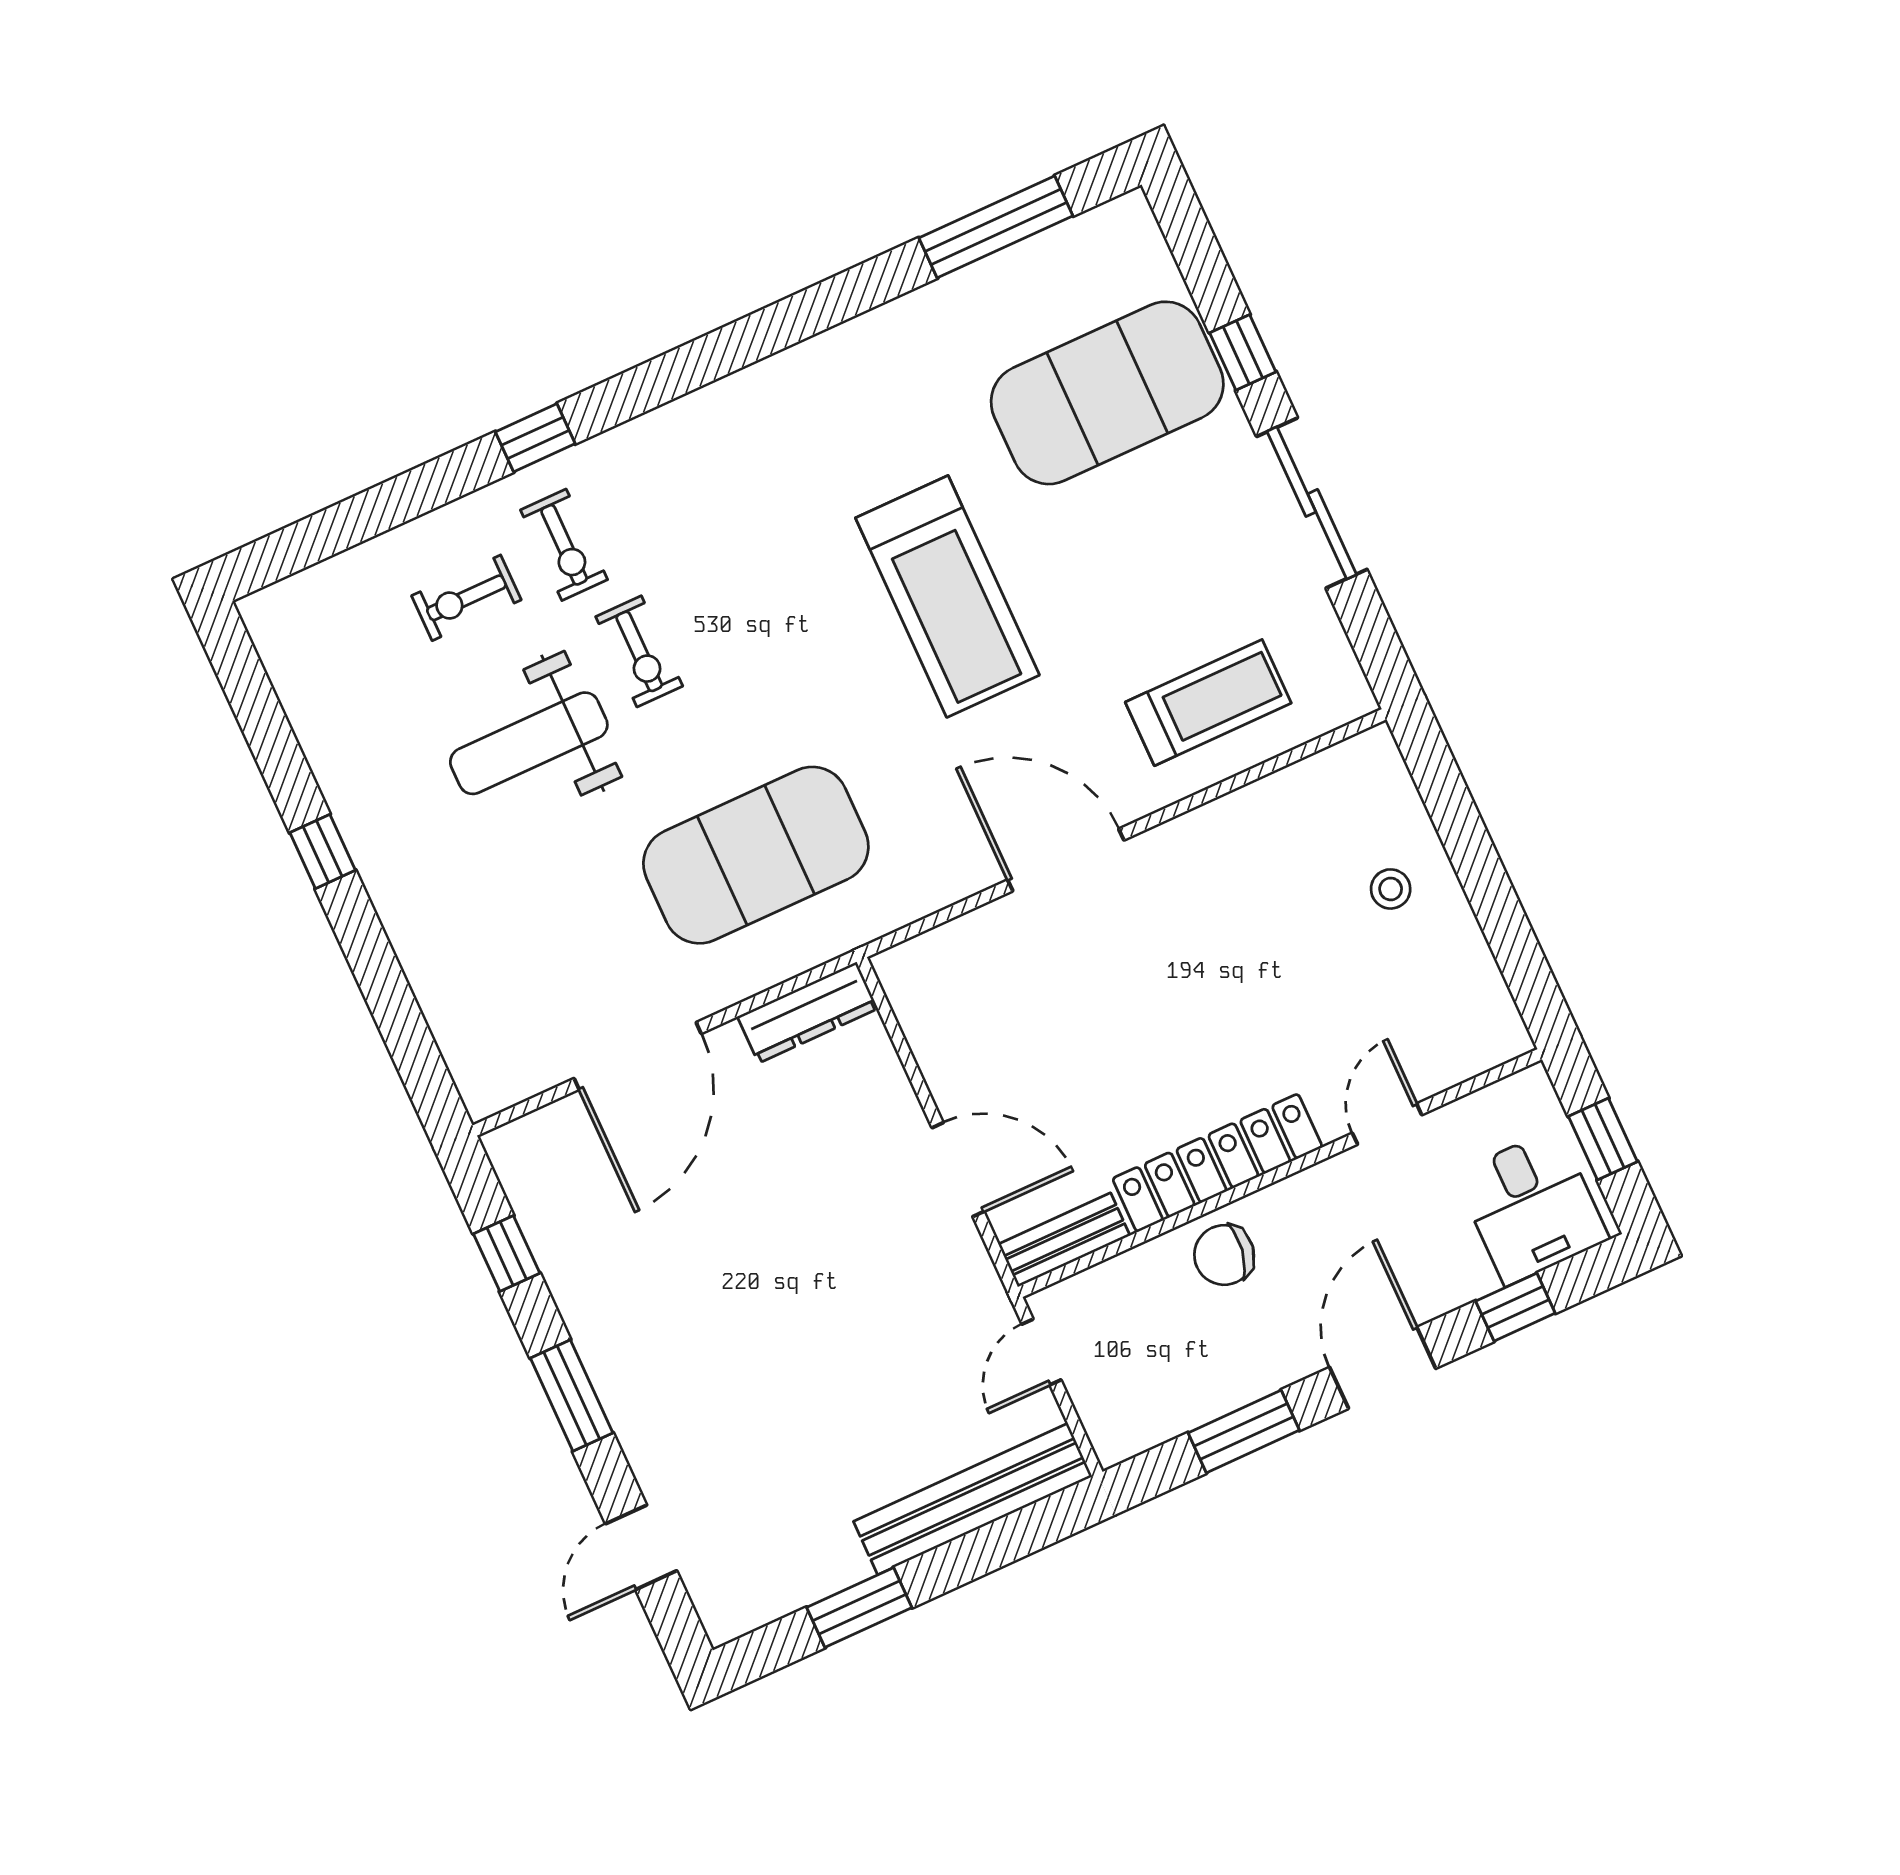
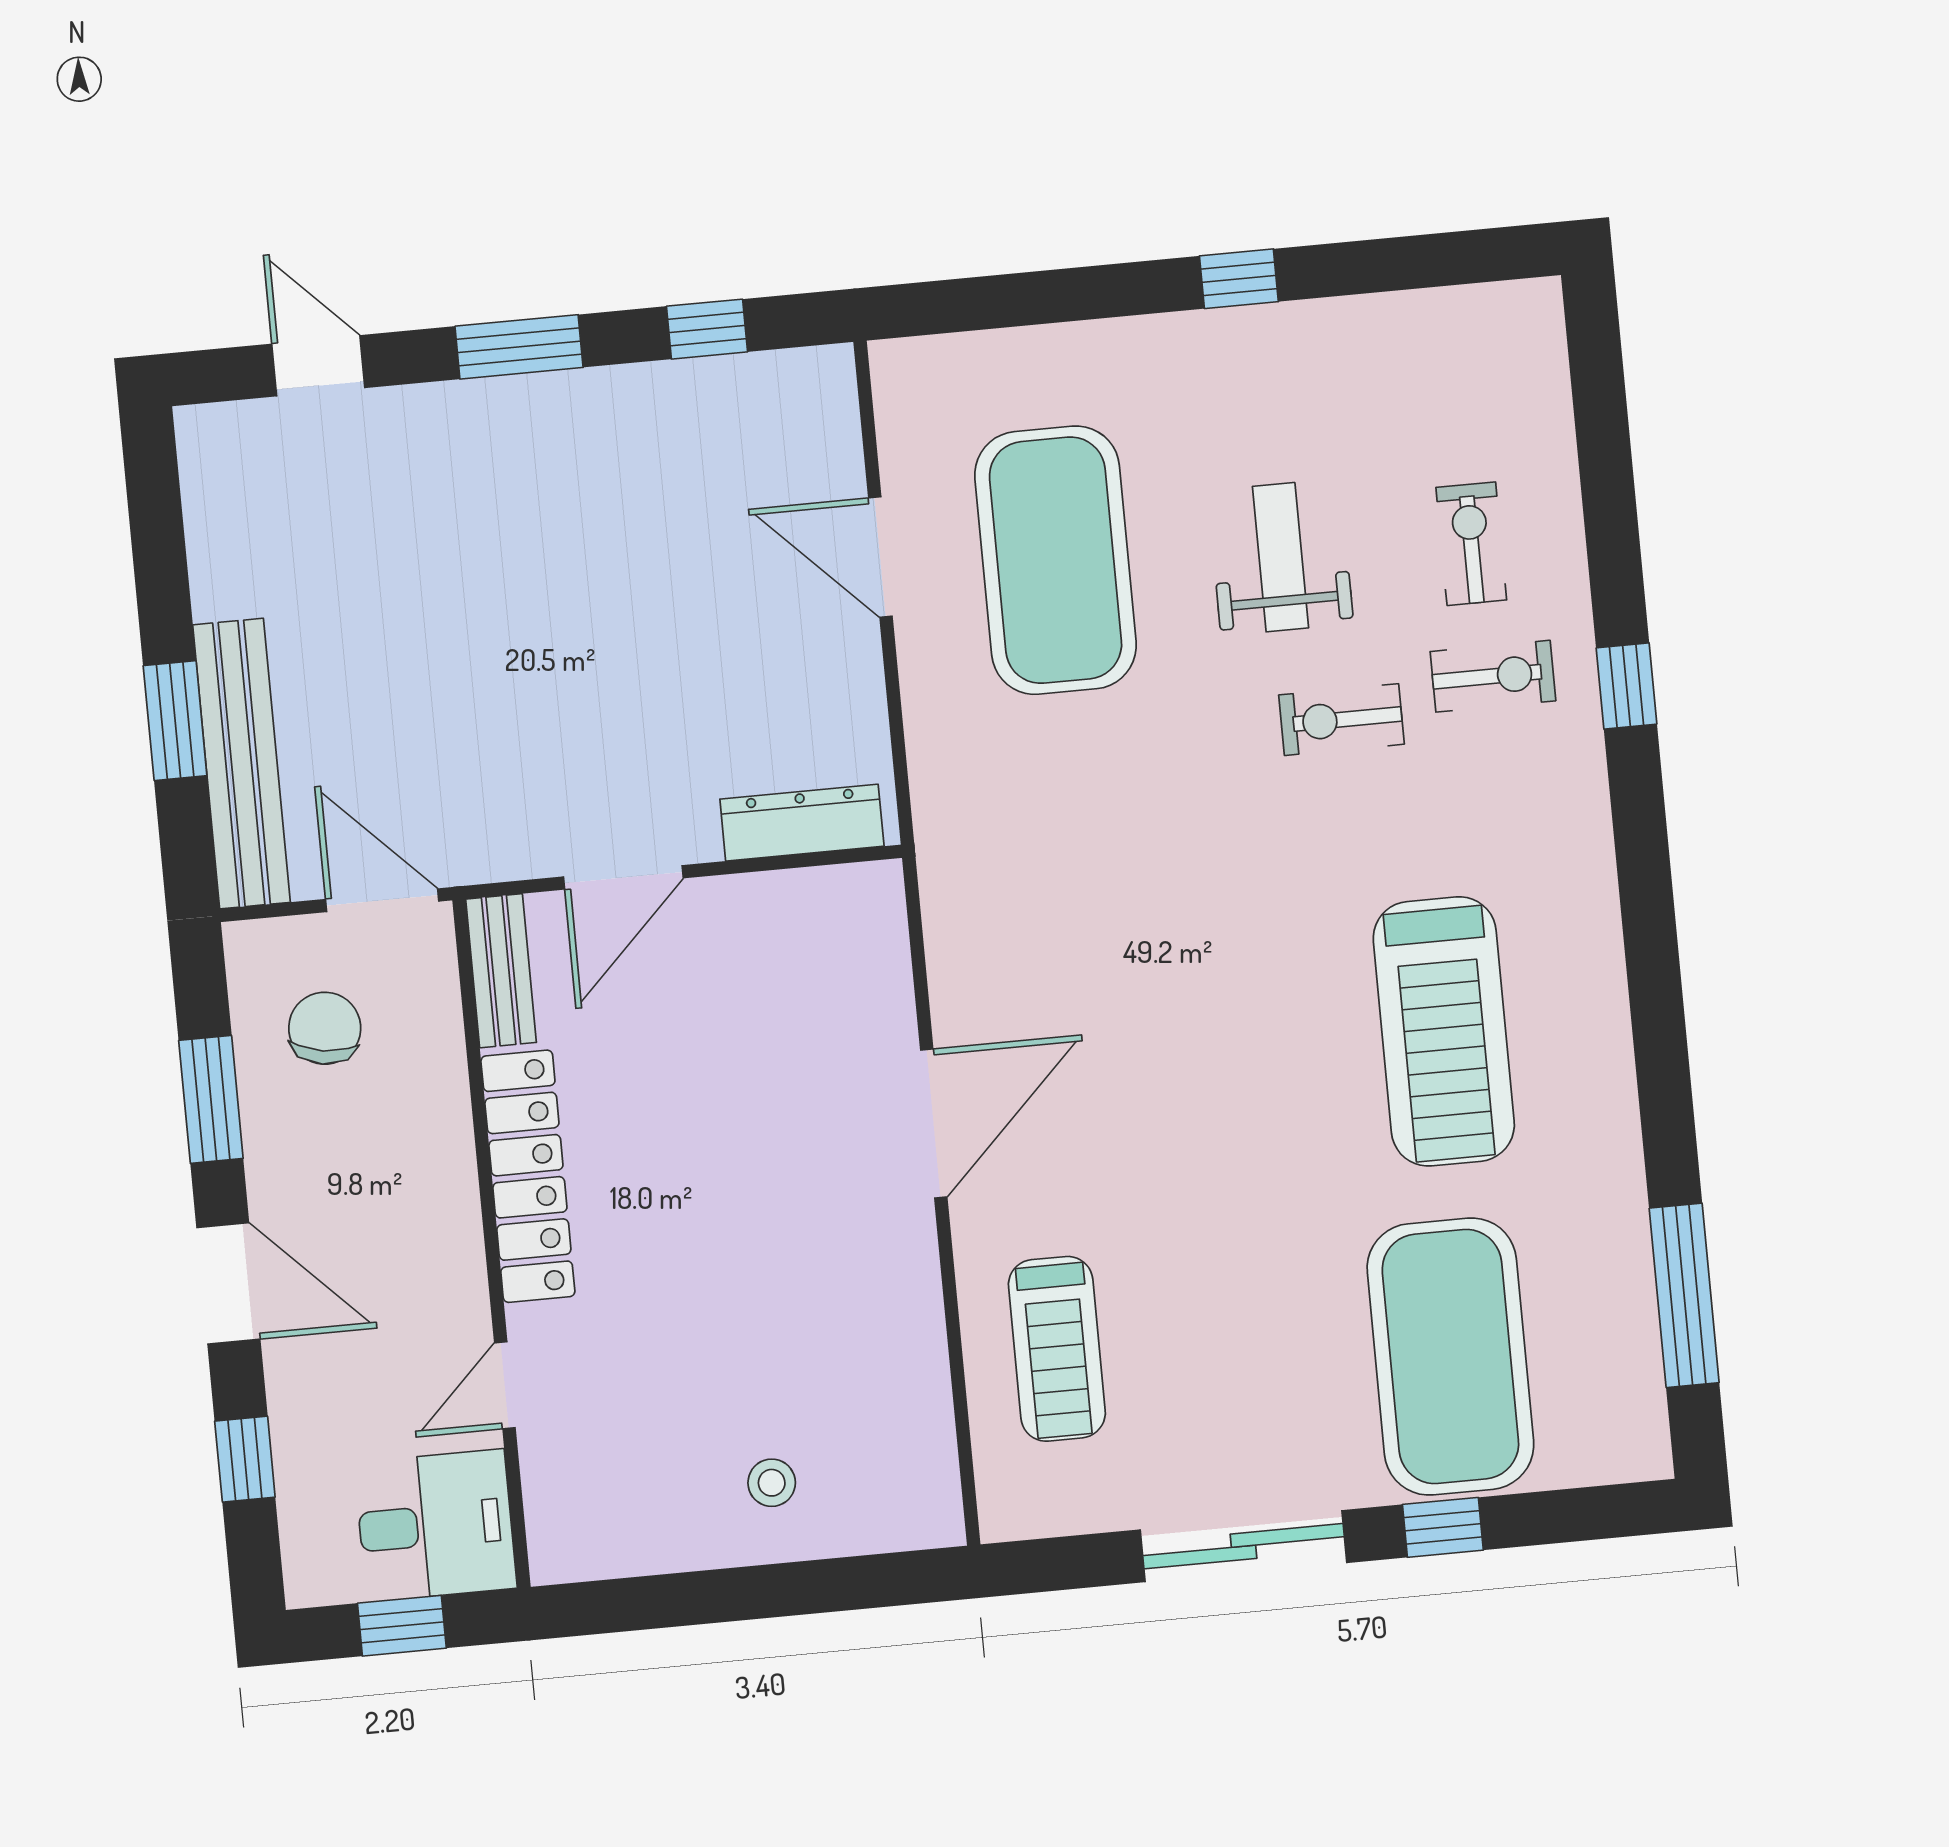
exercise bike: (564, 545) -> (1493, 676), turned 180
treadmill: (947, 596) -> (1444, 1031), moved, turned -90
weight bench: (529, 743) -> (1280, 557), width x0.73, depth x0.75
exercise mat: (756, 855) -> (1056, 560), moved
dresser: (808, 1013) -> (802, 823), moved, turned 90
door: (638, 1056) -> (880, 557), width x0.73
door: (1387, 1124) -> (505, 1385), swing flipped
desk: (1532, 1207) -> (435, 1525), moved, turned 180
chair: (1224, 1255) -> (325, 1028), moved
door: (1041, 1352) -> (382, 900), width x1.38
window: (859, 1607) -> (175, 721), moved

